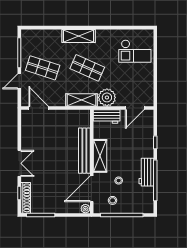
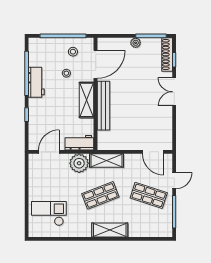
shop shelf: (87, 68) -> (100, 195), turned -45
plant: (85, 209) -> (136, 43), moved

